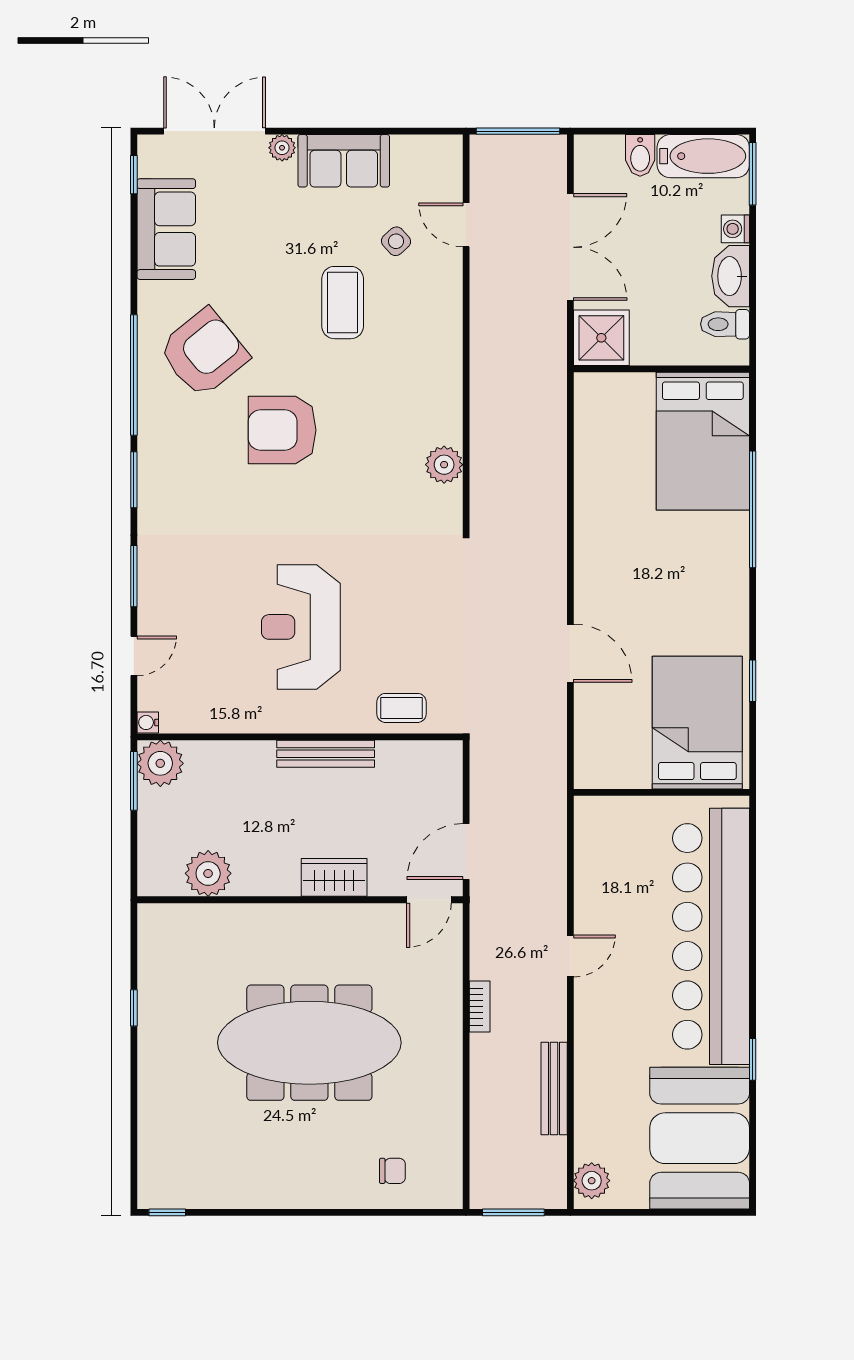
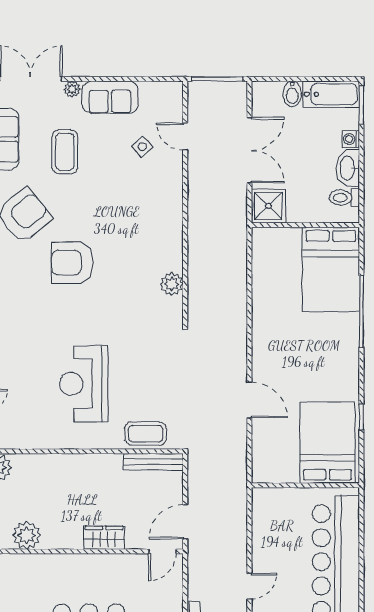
coffee table: (343, 303) -> (65, 152), moved
coffee table: (401, 708) -> (146, 434), width x1.36, depth x1.30
bench: (326, 754) -> (153, 462), moved

